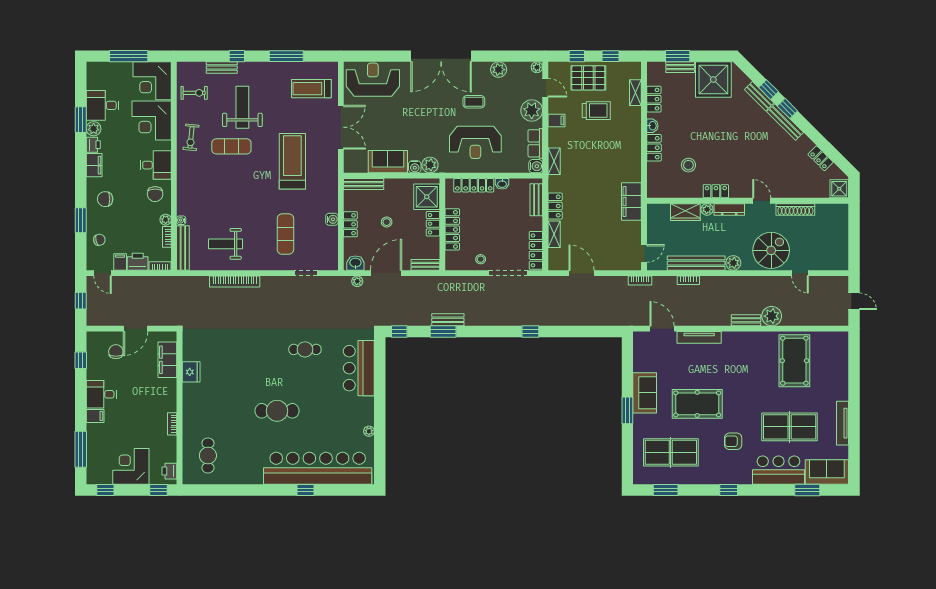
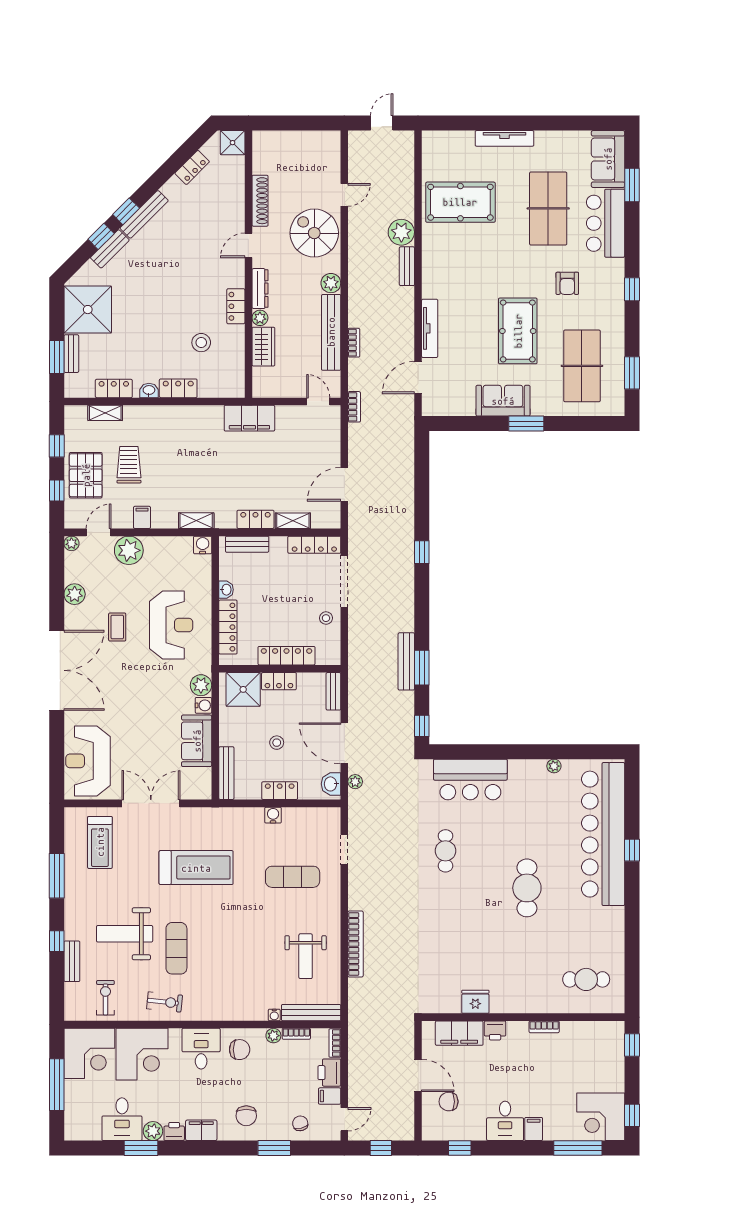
row of seats: (535, 143) -> (172, 546), removed
treadmill: (292, 161) -> (196, 868), turned 180
bench: (448, 320) -> (406, 661), width x1.36
tv unit: (842, 423) -> (505, 138), moved
corner desk: (131, 466) -> (601, 1117), moved
printer: (169, 471) -> (495, 1030), moved

